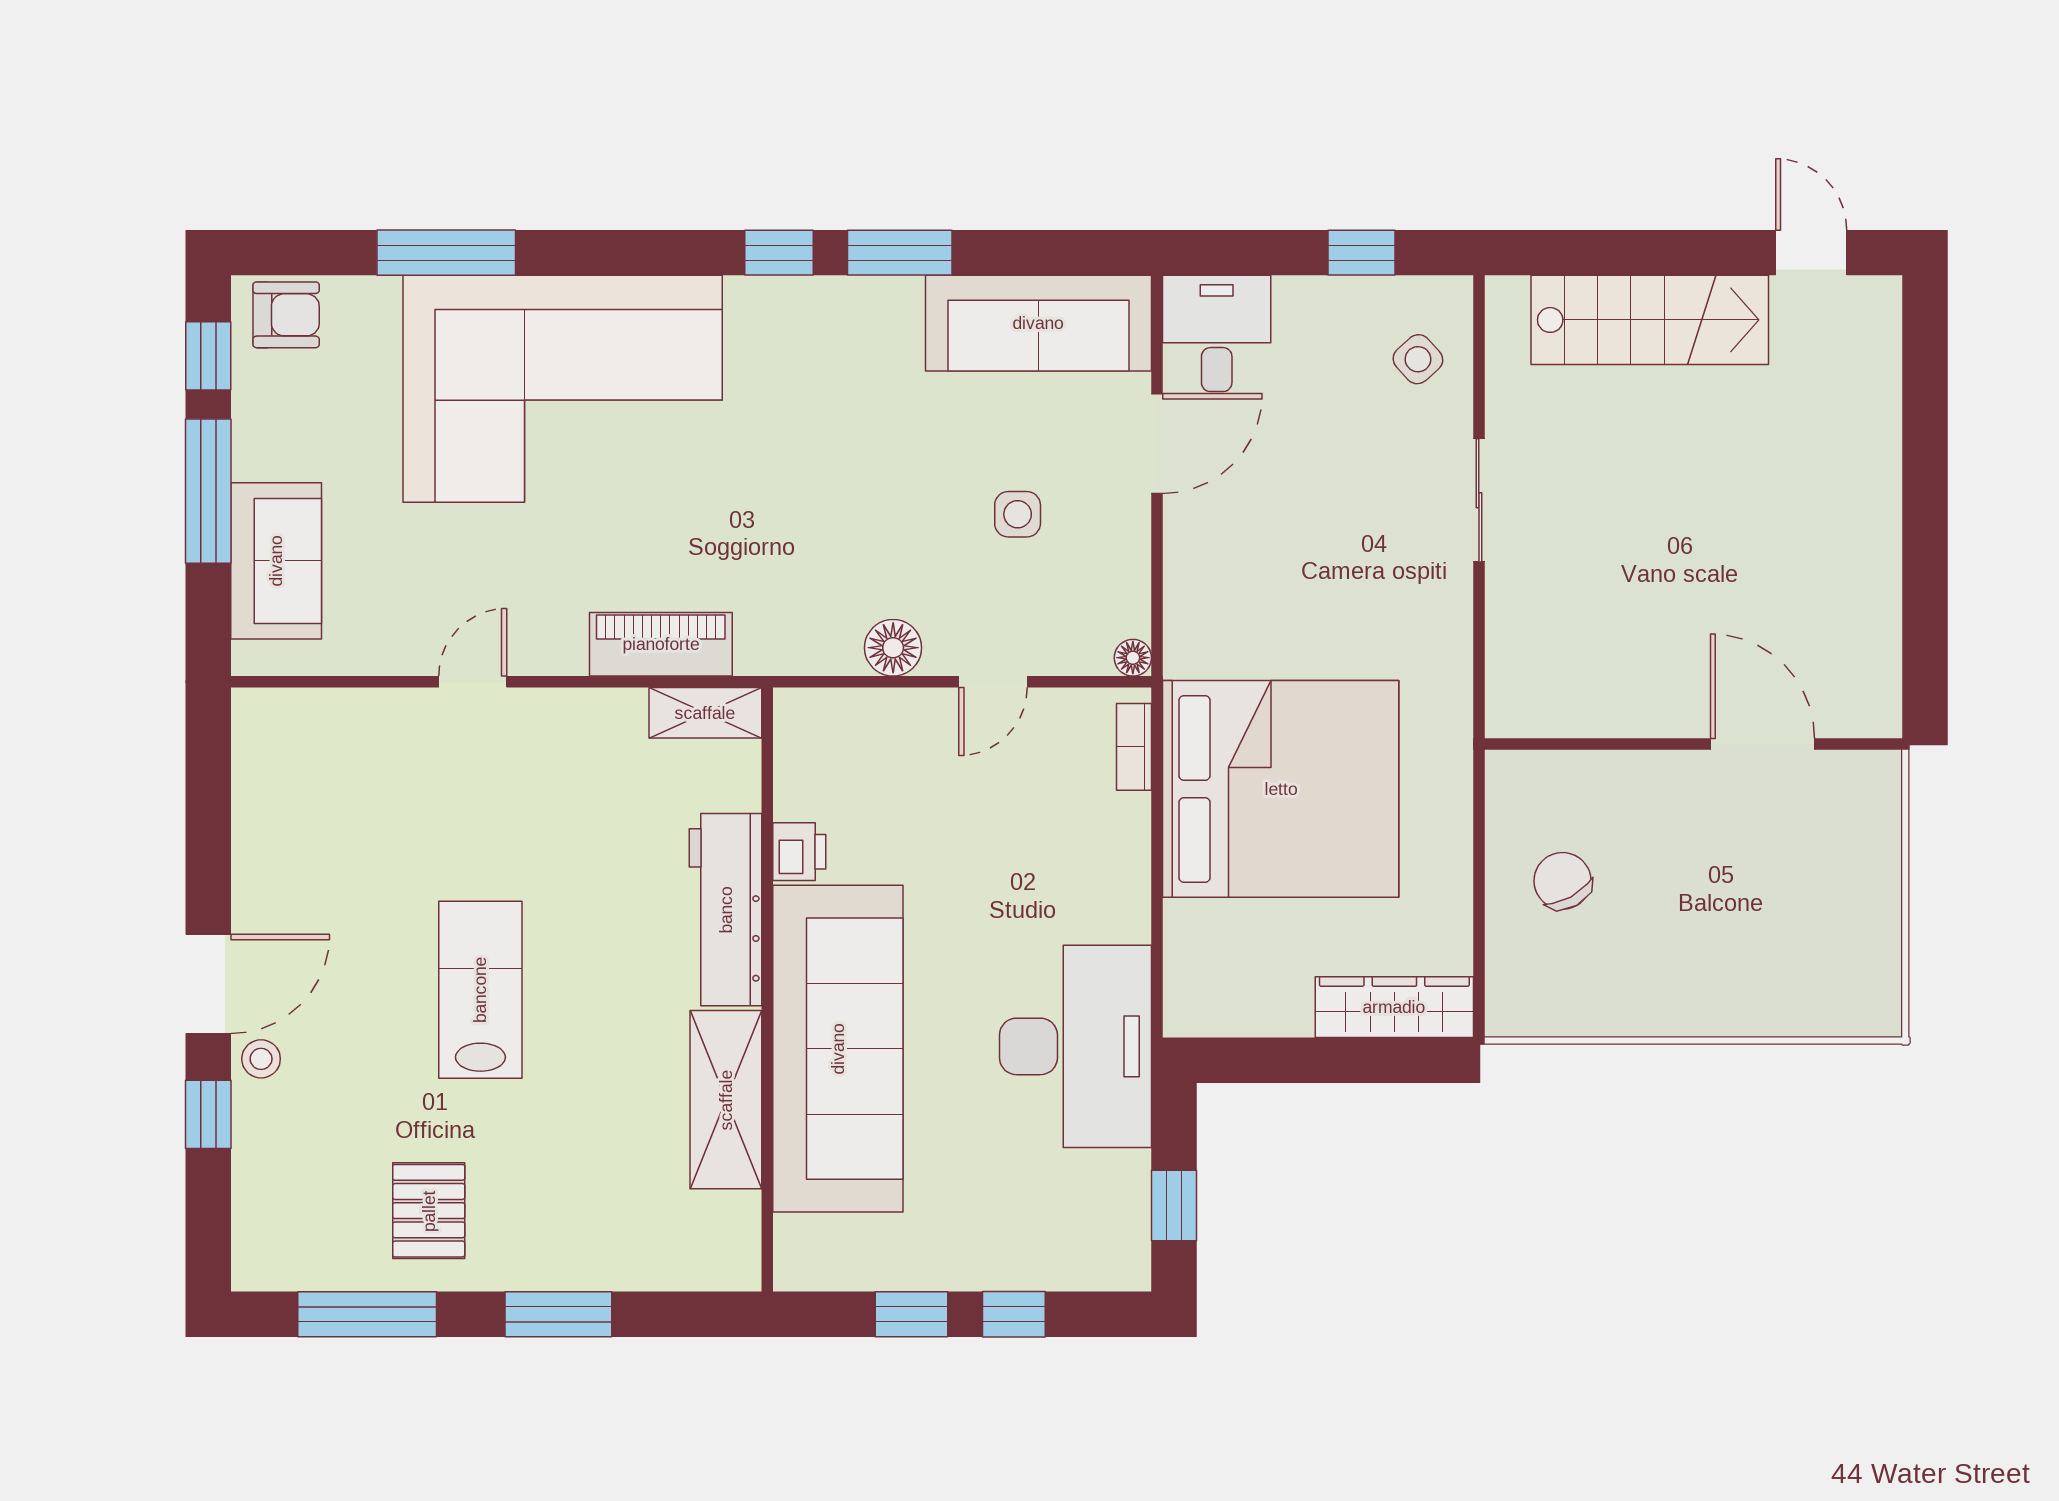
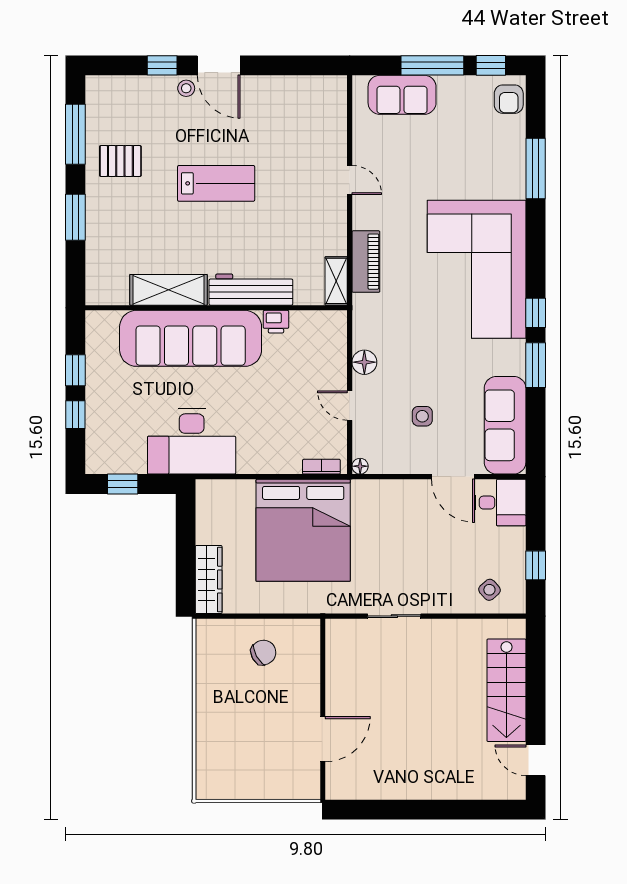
door: (1811, 253) -> (536, 760), swing flipped
corner sofa: (563, 389) -> (477, 269), moved
sliding door: (1479, 500) -> (394, 616), moved

